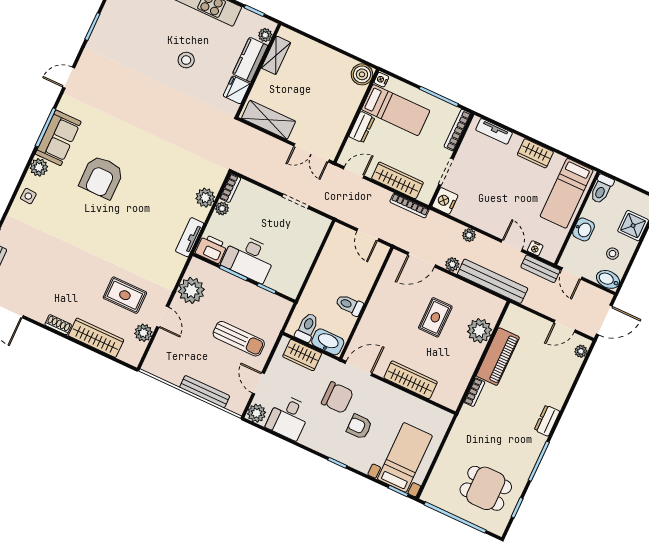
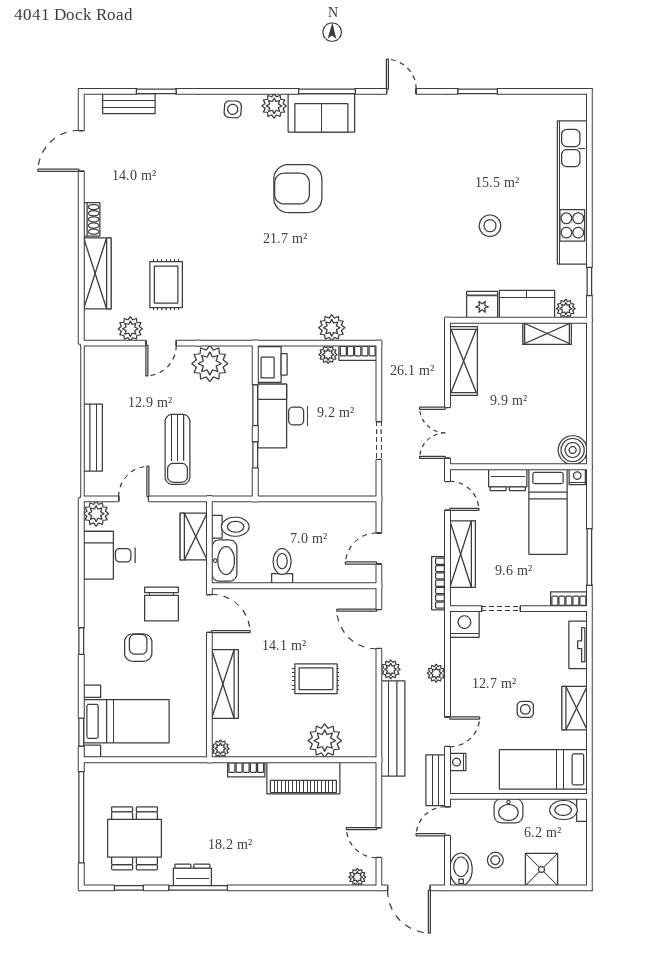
bookcase: (457, 130) -> (569, 599), width x0.64
side table: (521, 187) -> (525, 709), added
tv unit: (190, 237) -> (274, 331), removed
plant: (452, 403) -> (220, 749), added
dresser: (547, 421) -> (192, 875), moved

